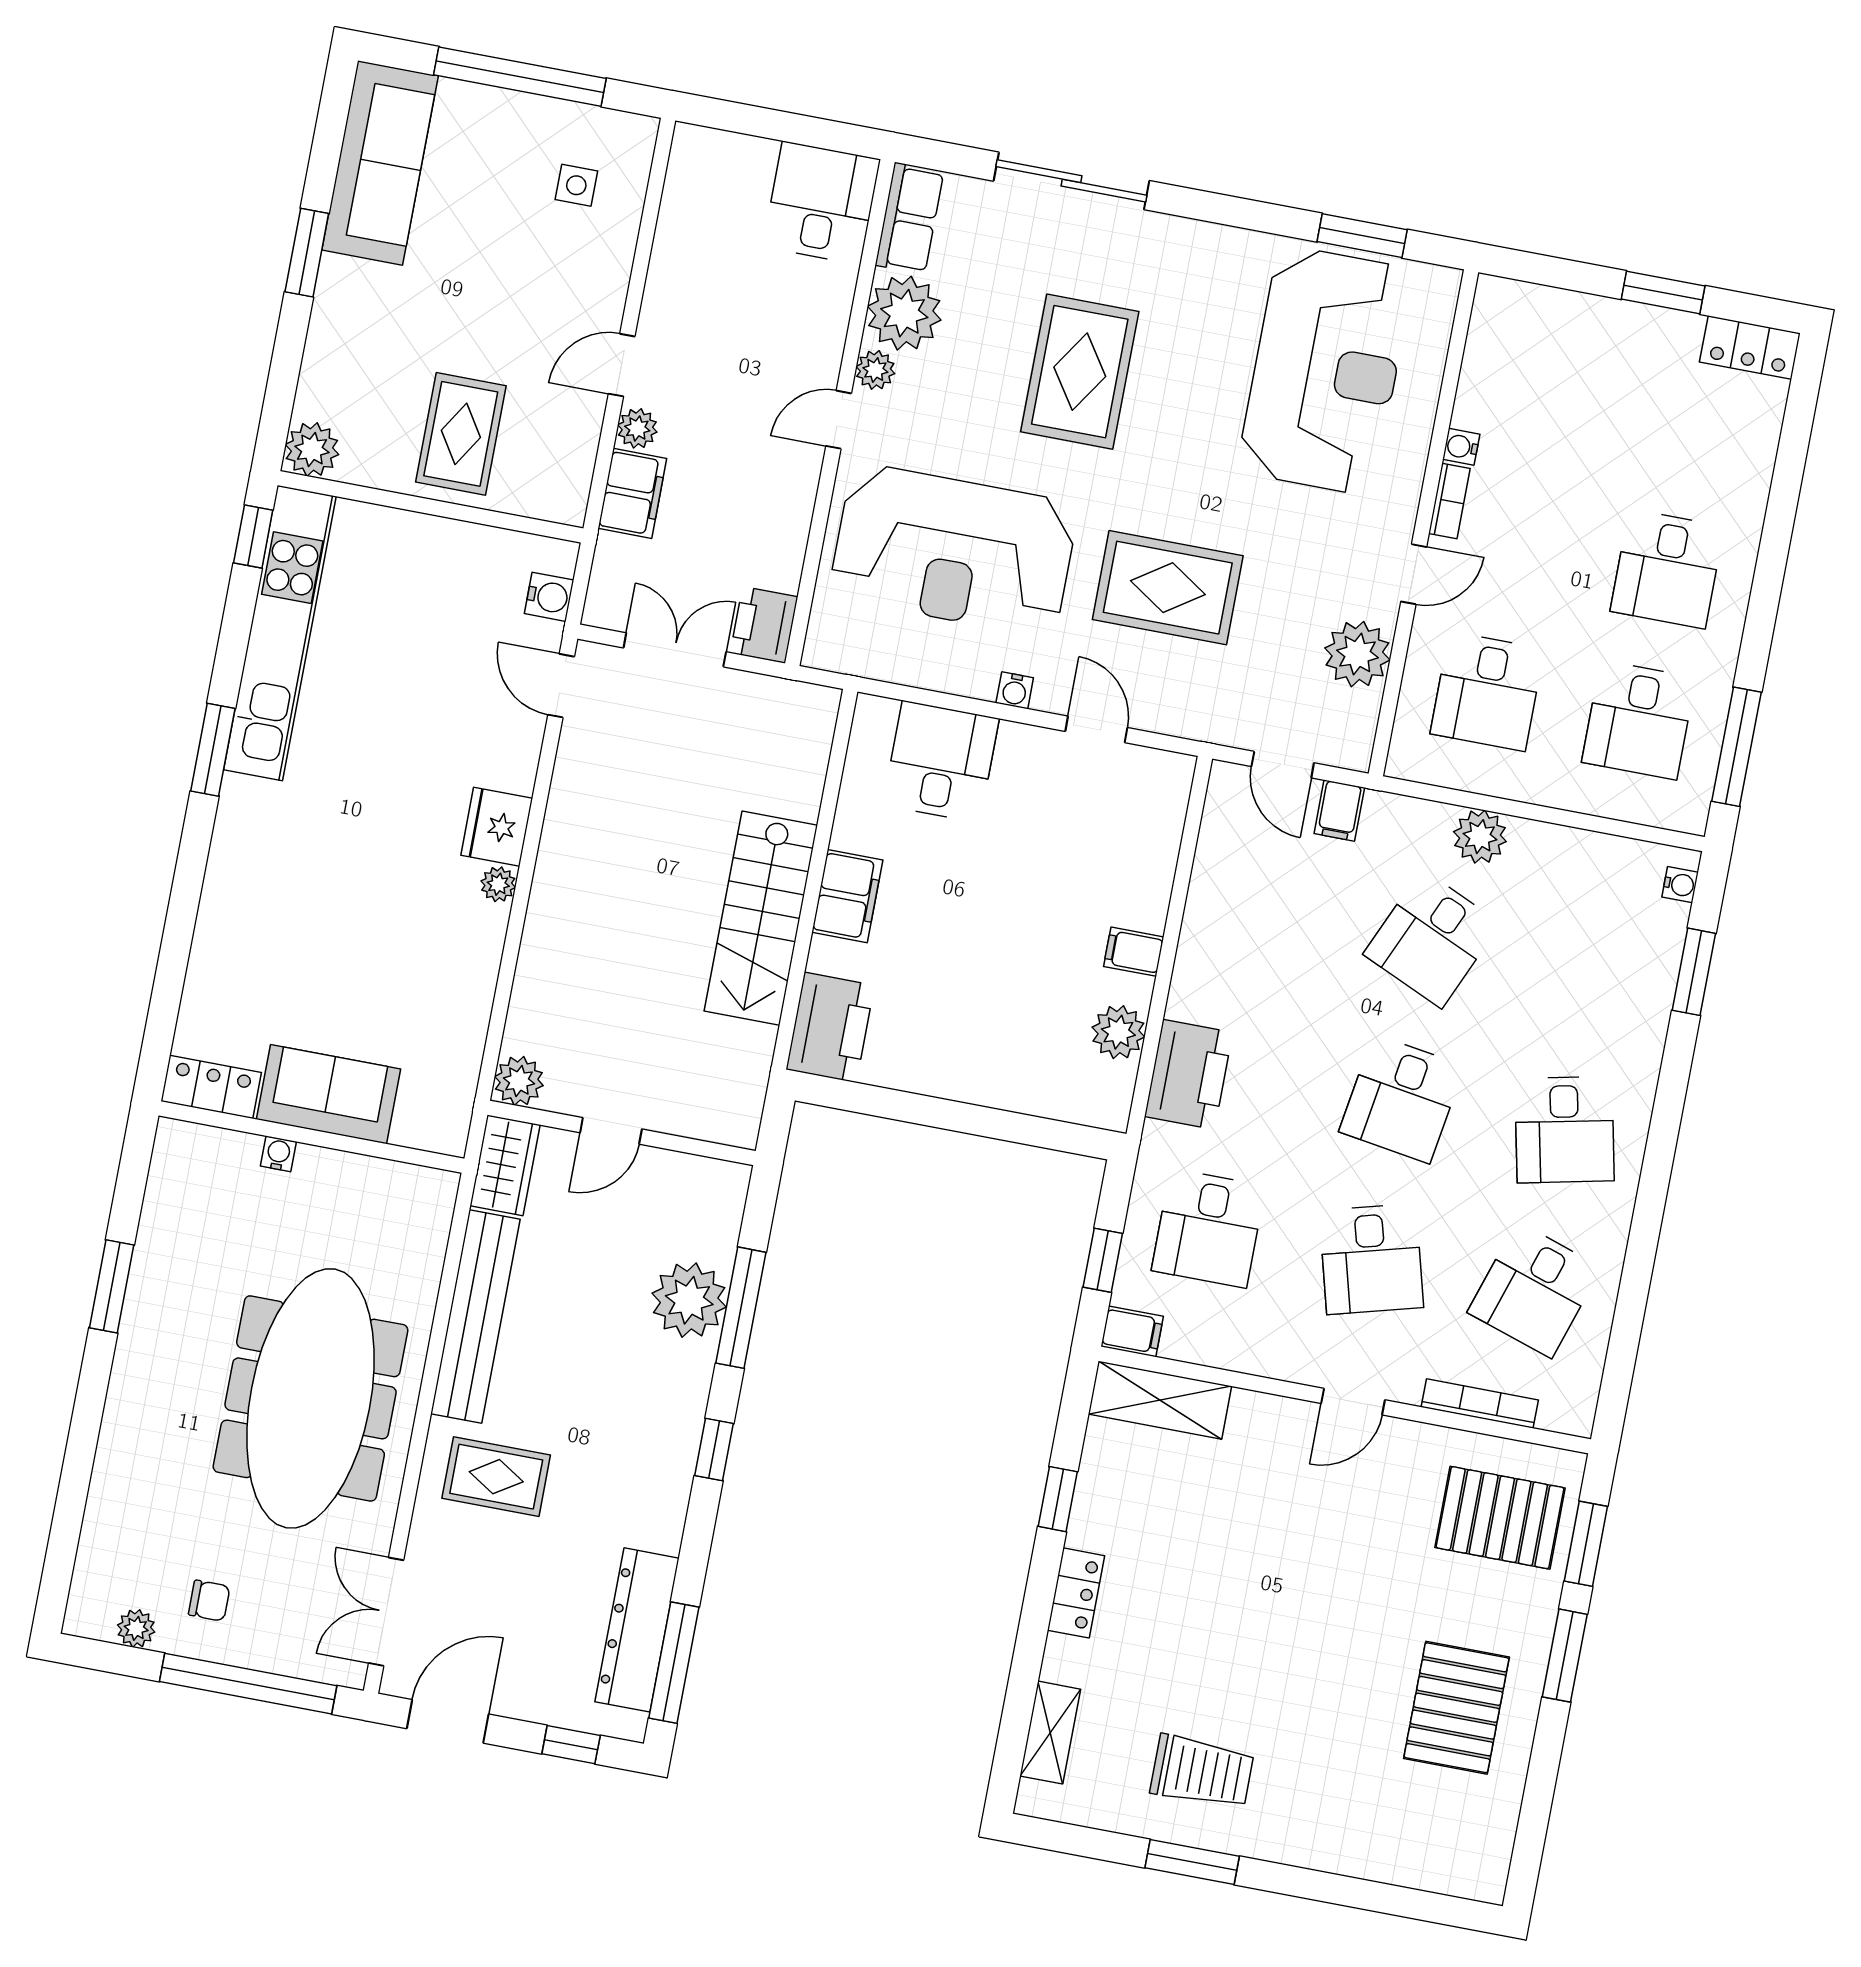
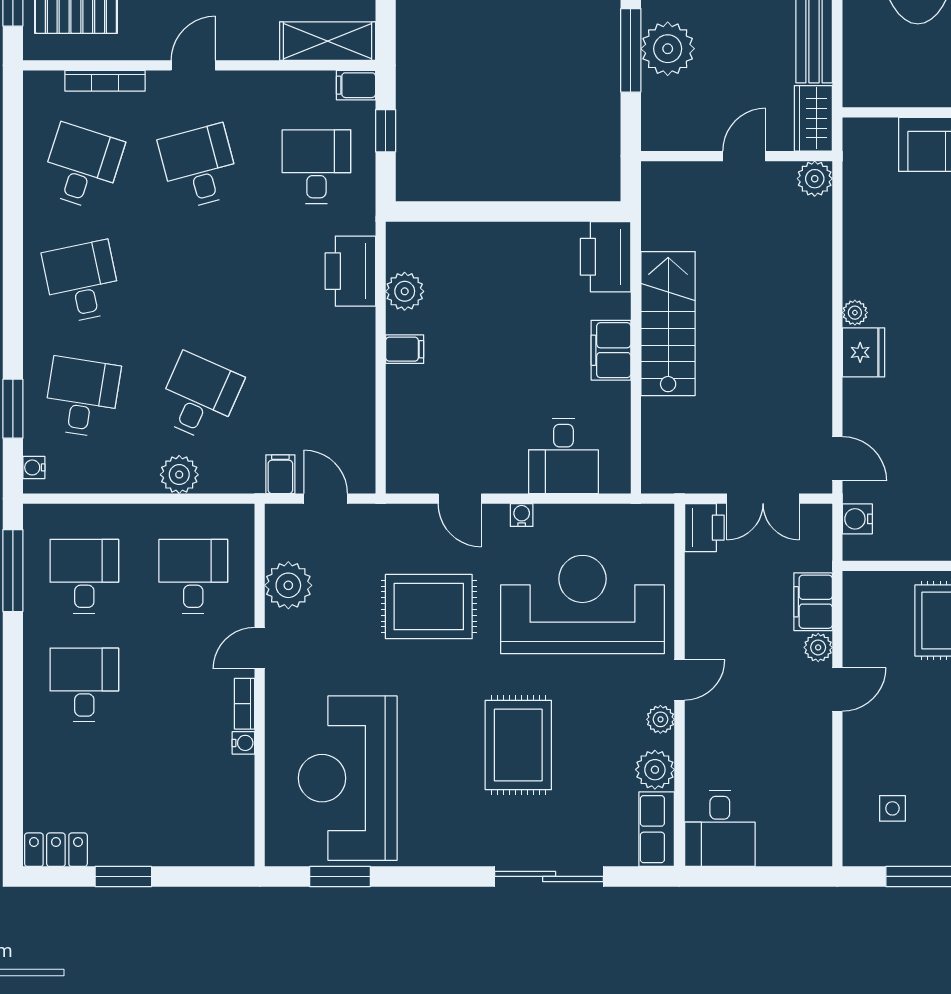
plant: (904, 313) -> (655, 770), width x0.73, depth x0.73
desk: (1402, 1099) -> (82, 397), moved

